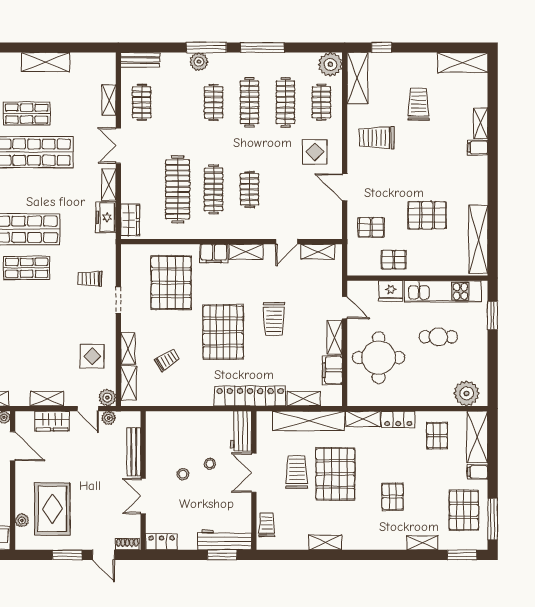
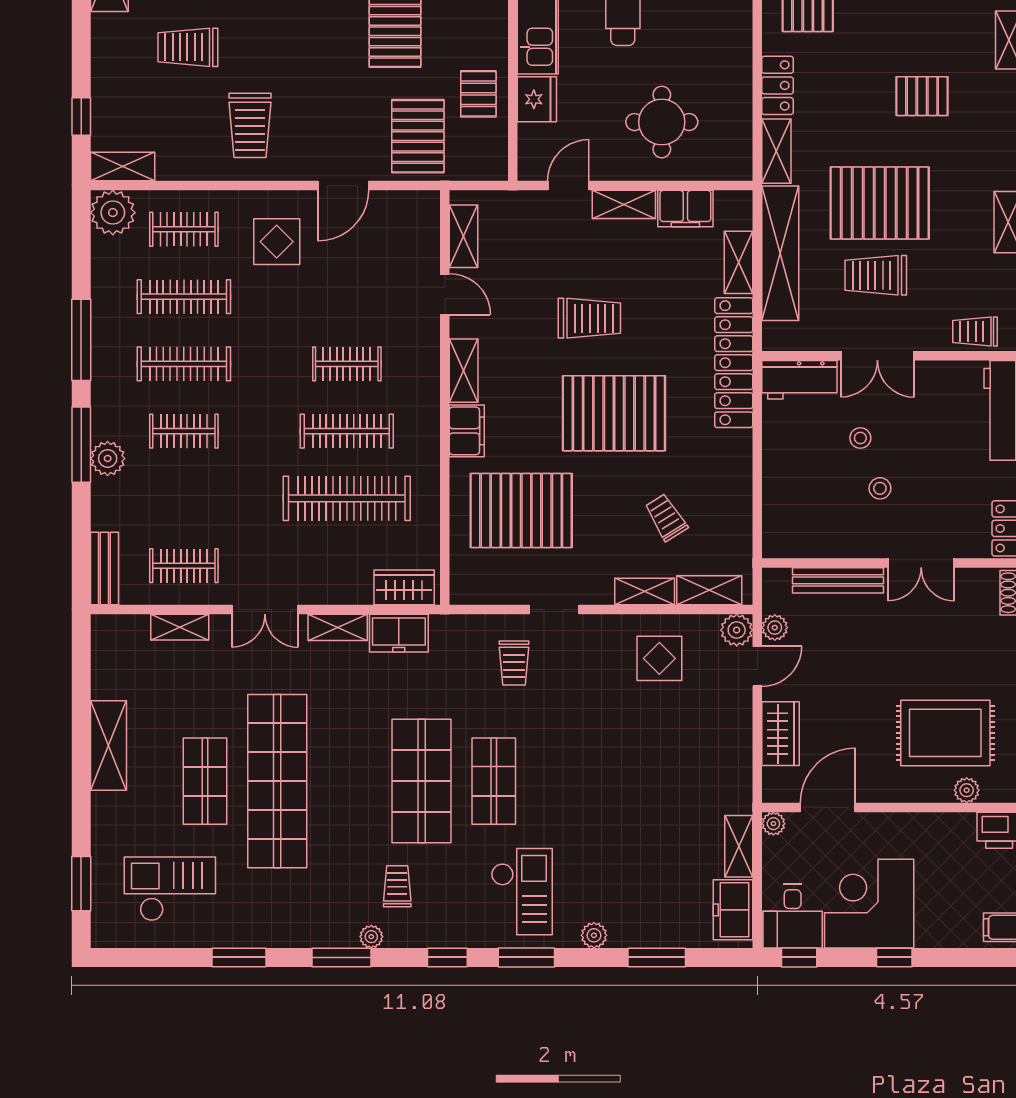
shelving: (357, 78) -> (123, 166), width x0.67, depth x0.75
pallet: (371, 227) -> (418, 136), width x1.50, depth x1.42
round table: (379, 358) -> (662, 122), width x0.73, depth x0.73
shelving: (47, 399) -> (739, 743), removed

